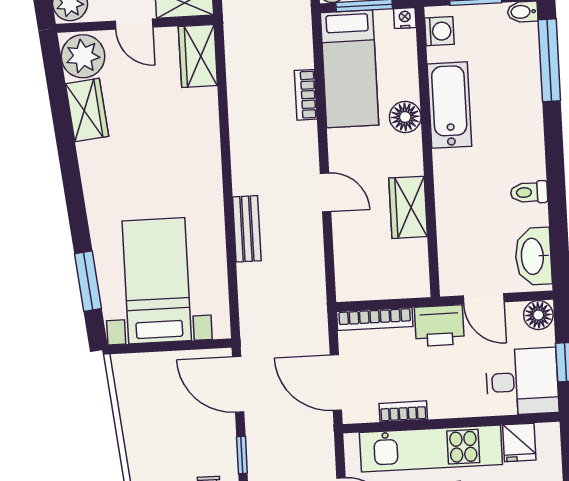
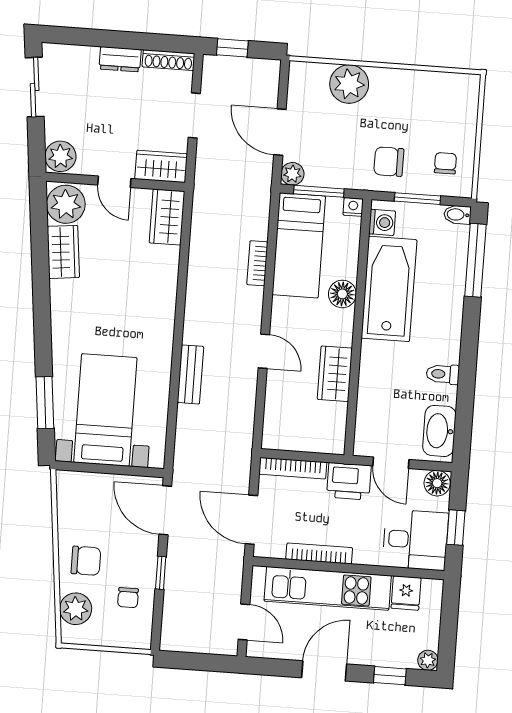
bathtub: (449, 105) -> (389, 289), width x1.36, depth x1.36
bookcase: (403, 411) -> (319, 554), width x1.56
chair: (157, 452) -> (86, 561), added

